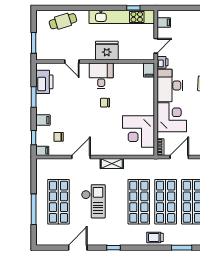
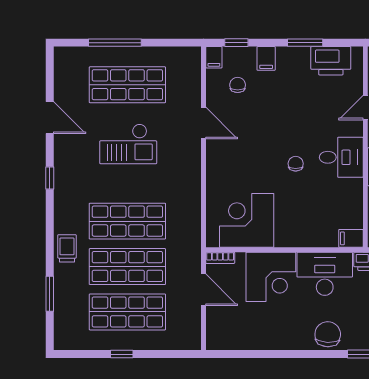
shelving: (112, 163) -> (192, 175), removed

